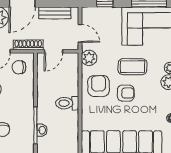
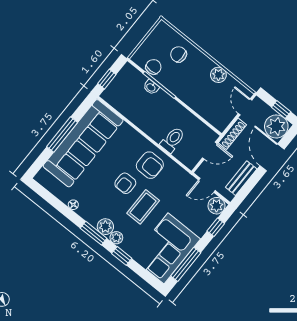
door: (53, 51) -> (210, 151), swing flipped
plant: (89, 58) -> (217, 206), moved
chair: (19, 67) -> (153, 67), moved
toilet: (67, 103) -> (173, 140), moved

